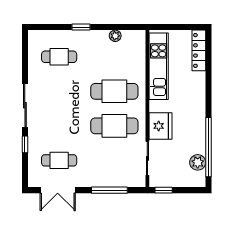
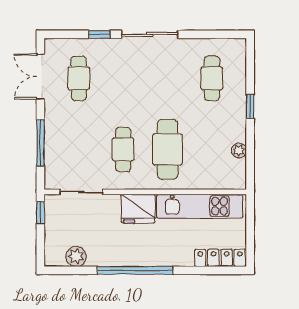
cafe table: (114, 126) -> (123, 149), width x0.73, depth x0.74
fridge: (160, 126) -> (138, 209), moved
window: (209, 147) -> (135, 270), moved

